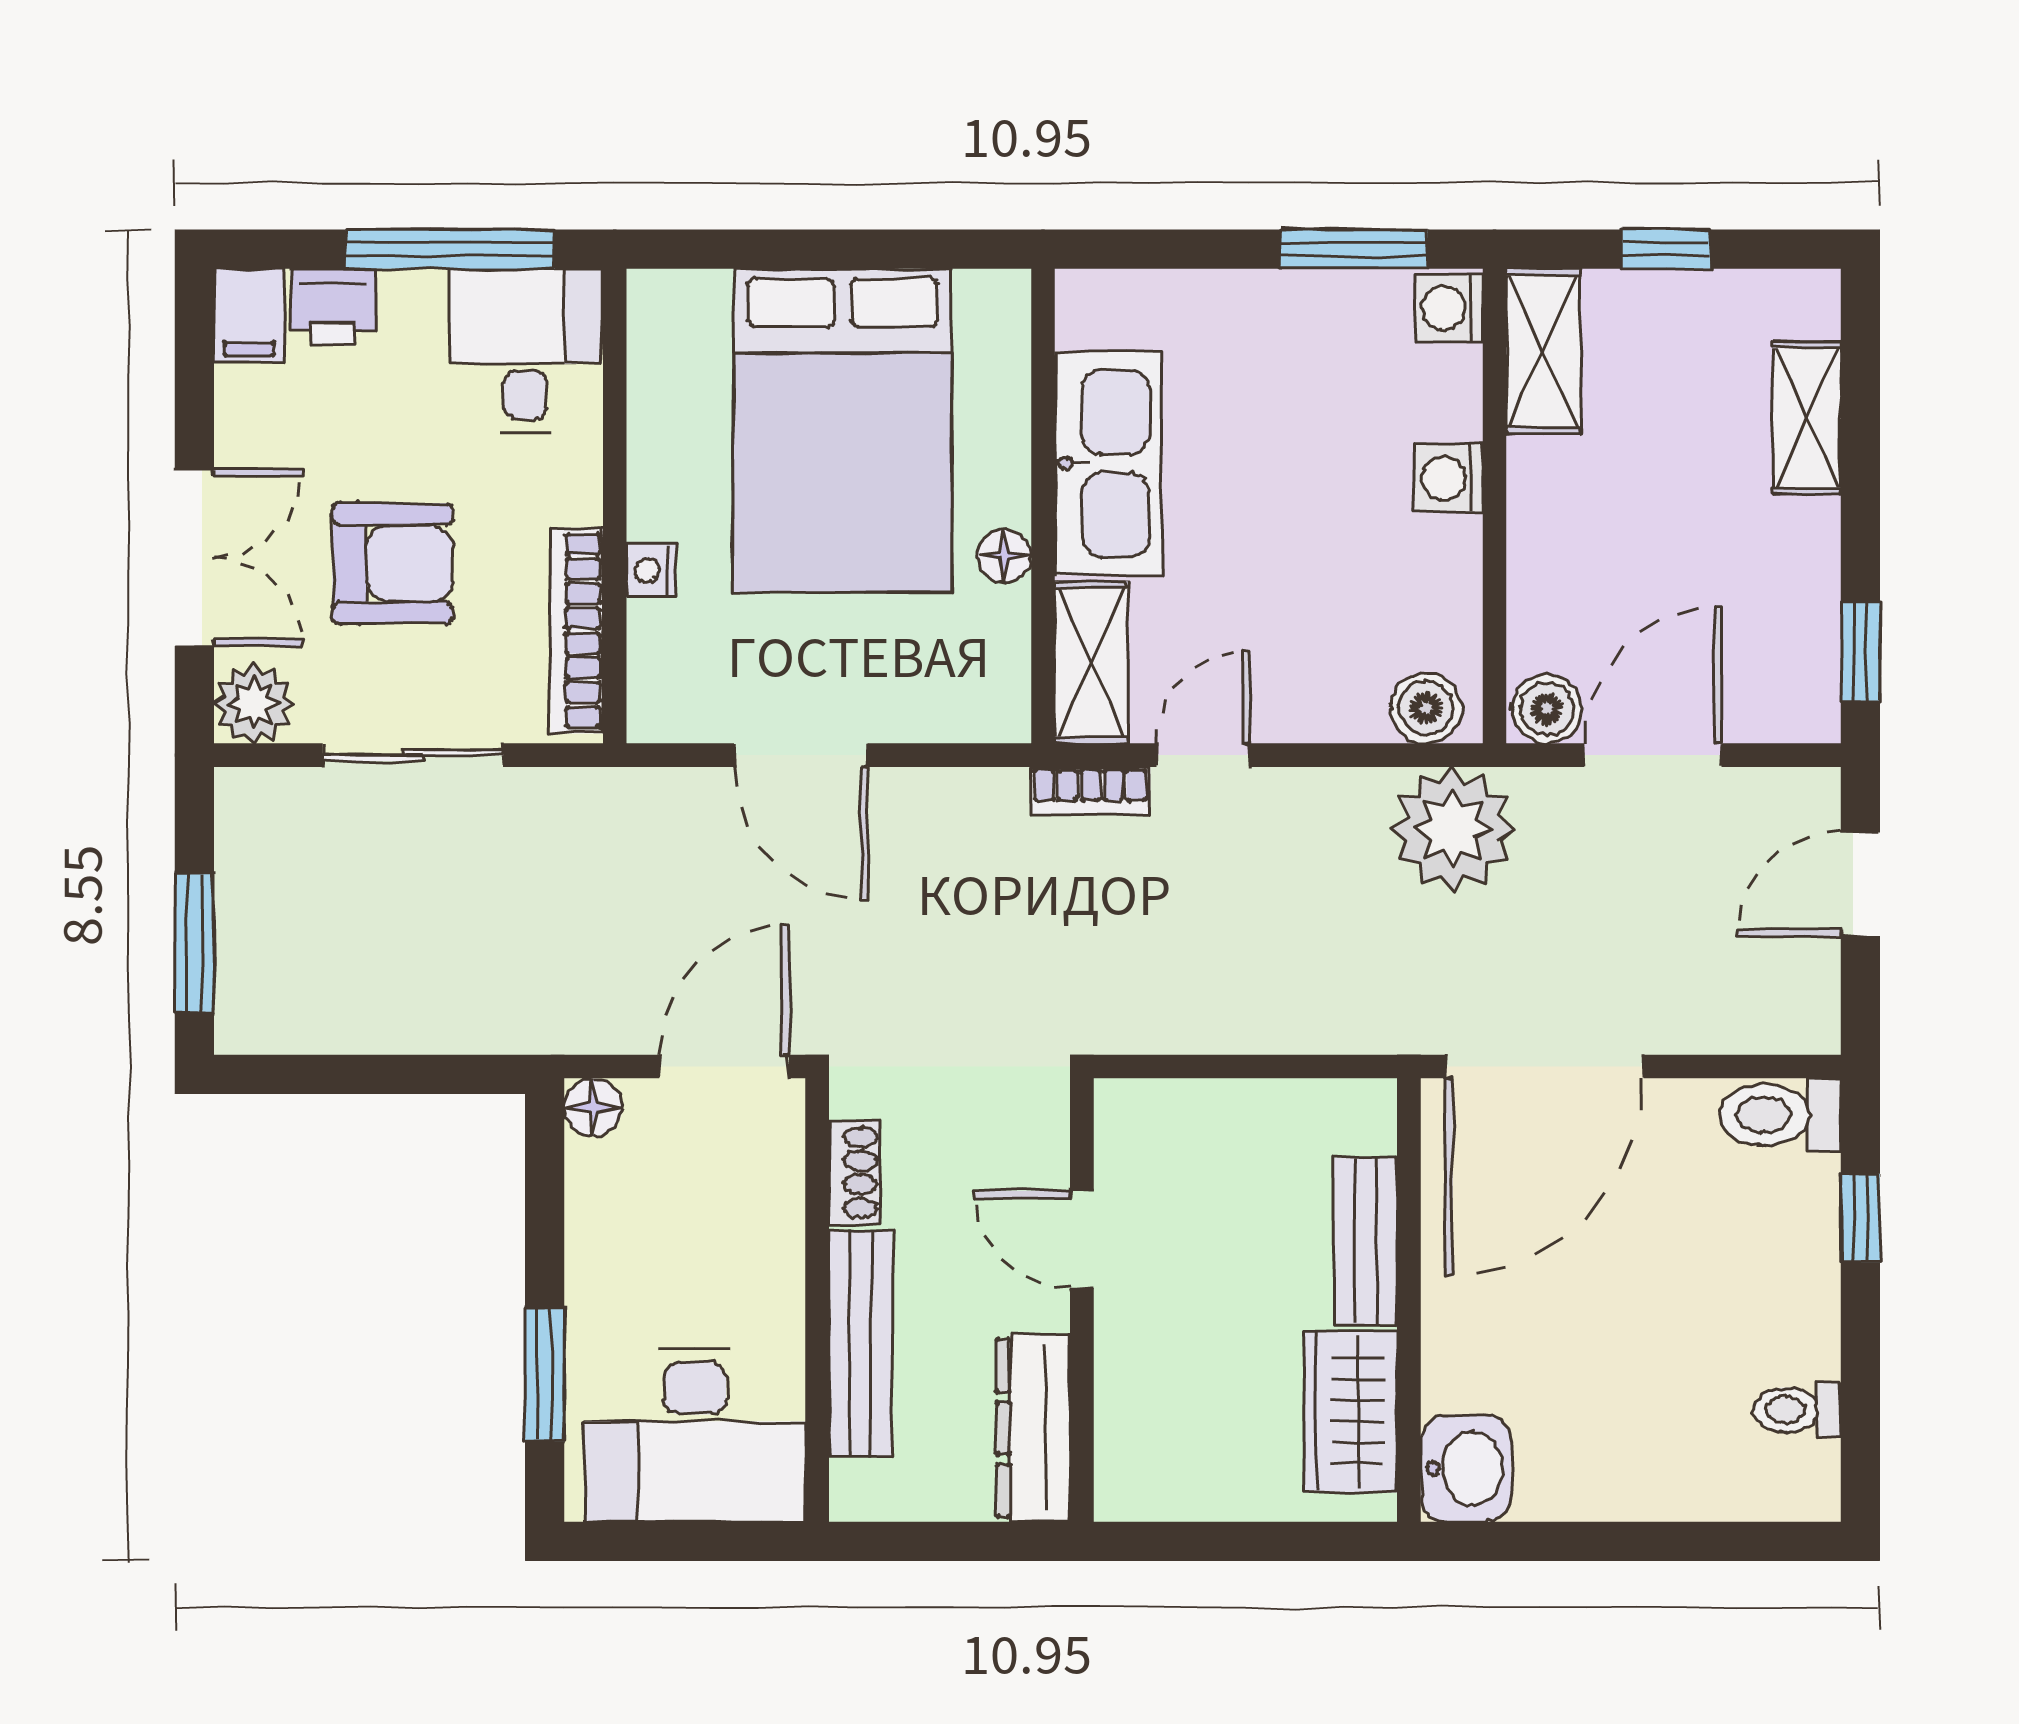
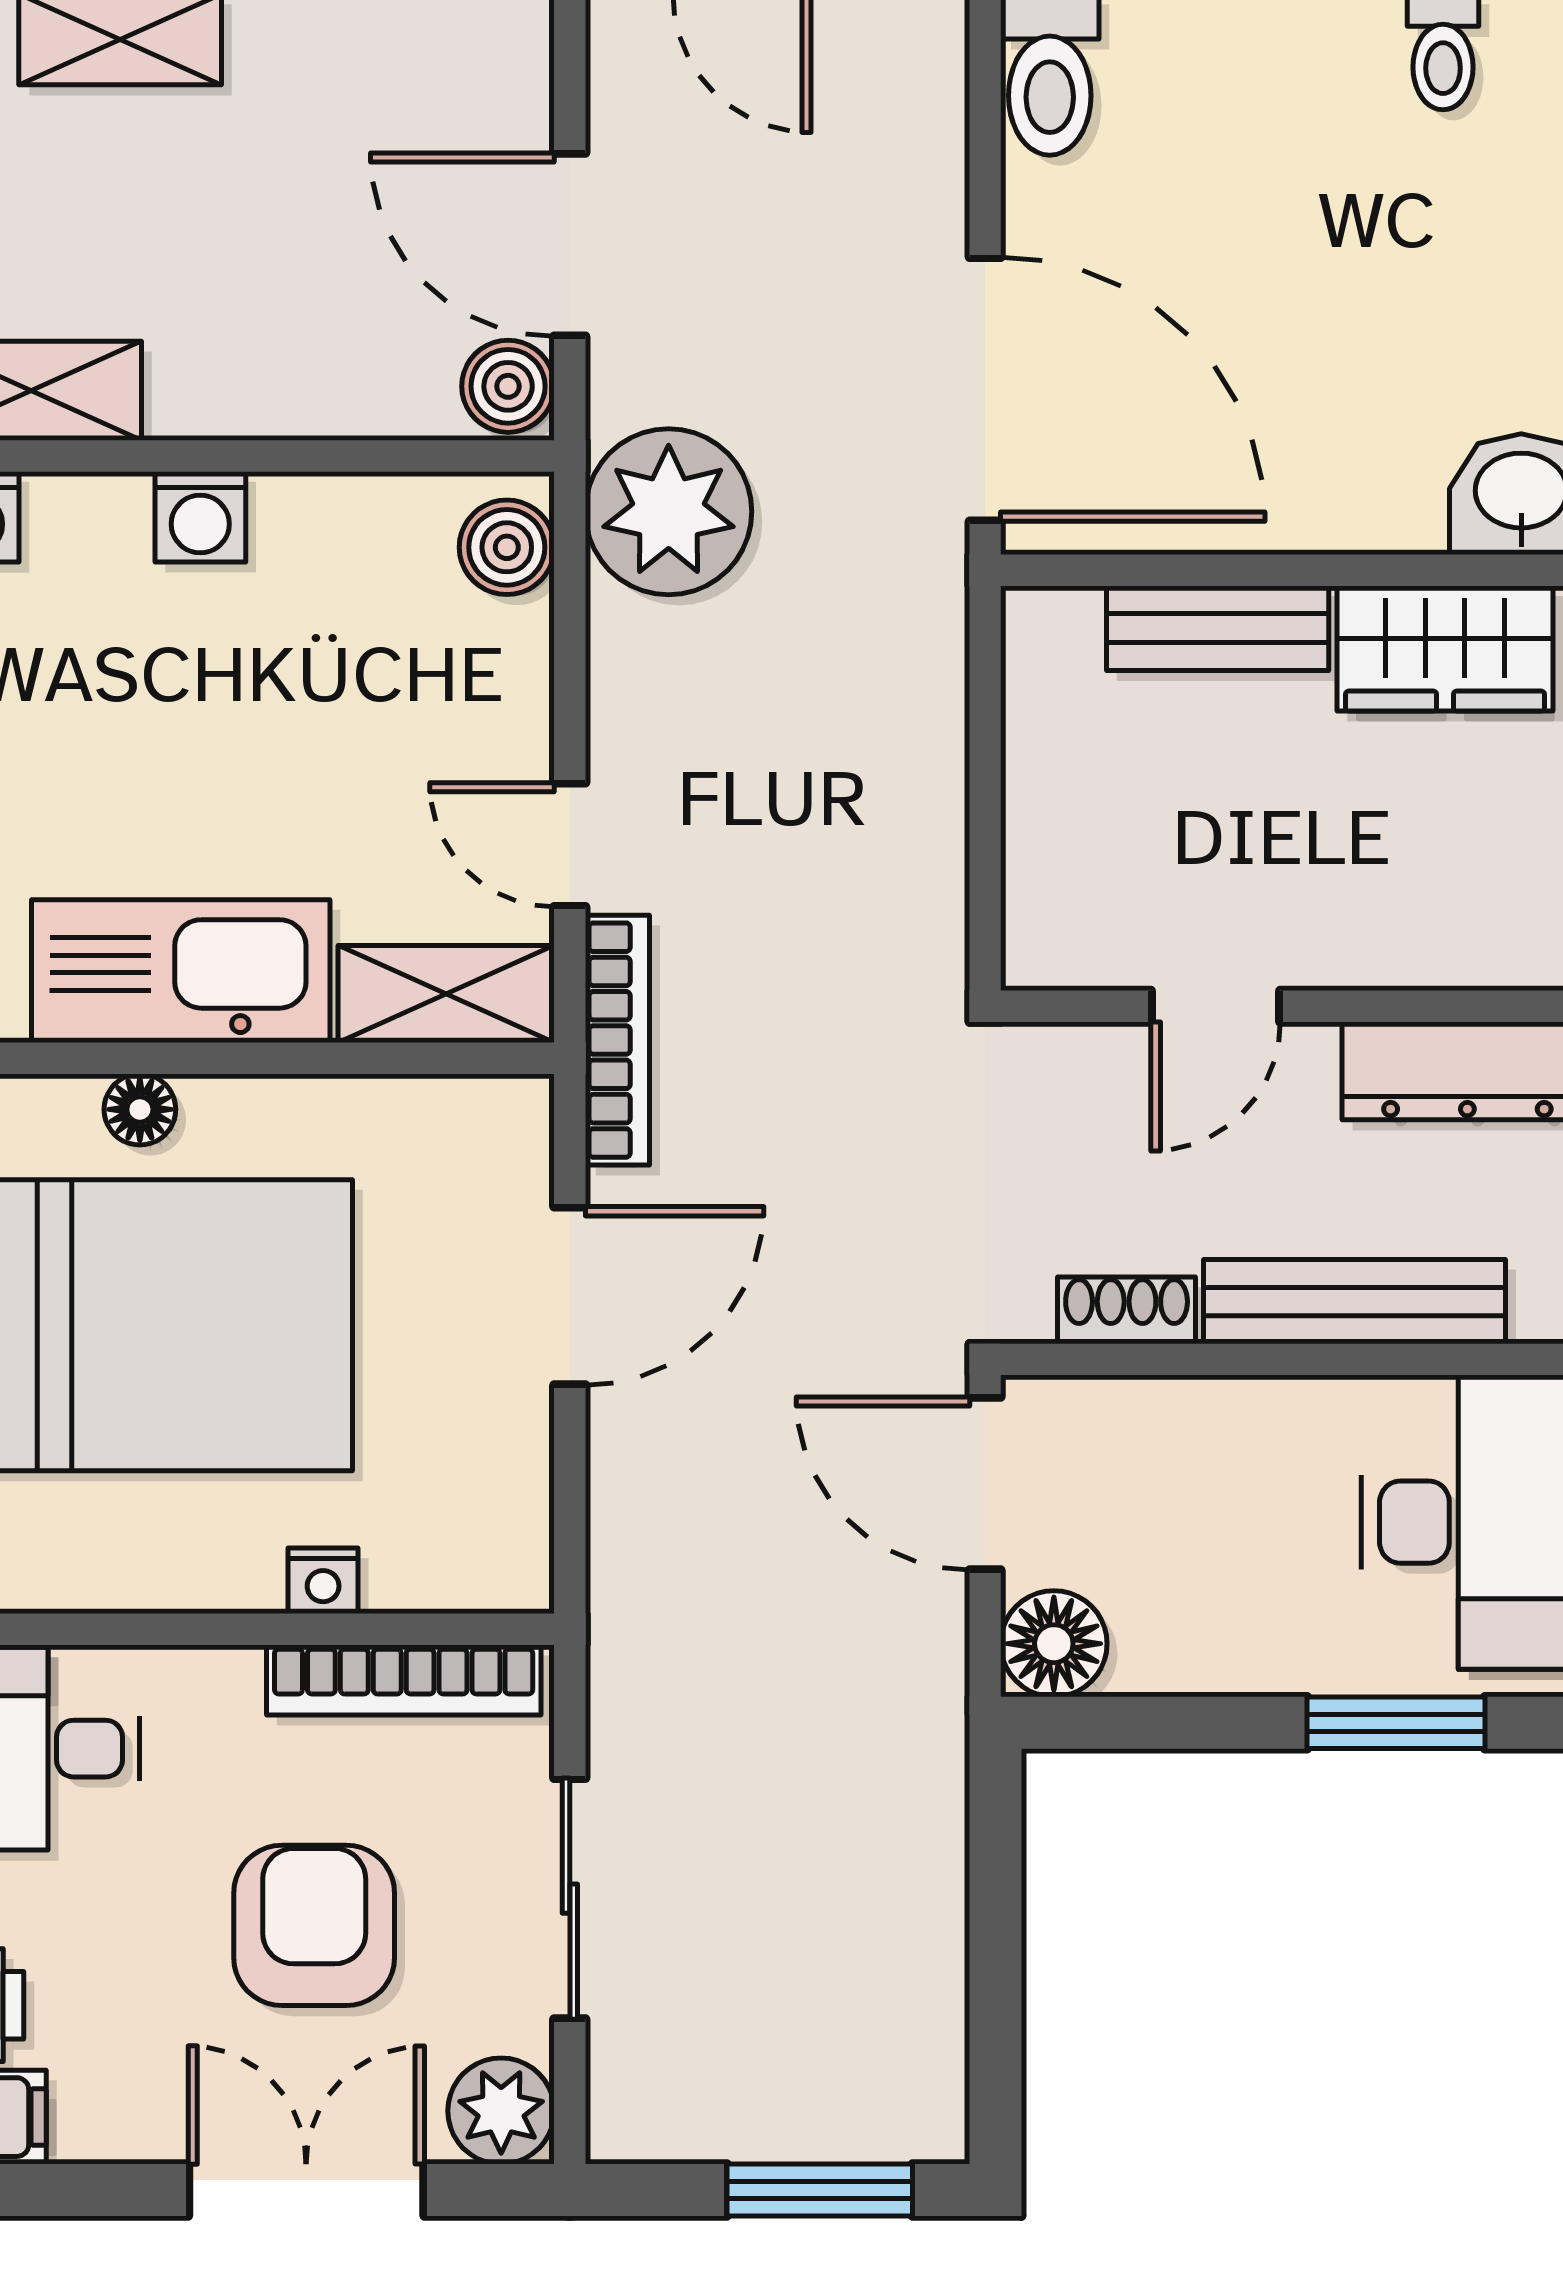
floor lamp: (1005, 556) -> (140, 1109), moved
door: (801, 755) -> (570, 1296), moved
bookcase: (1090, 791) -> (617, 1040), width x1.56
floor lamp: (593, 1107) -> (1054, 1644), width x1.37, depth x1.37

